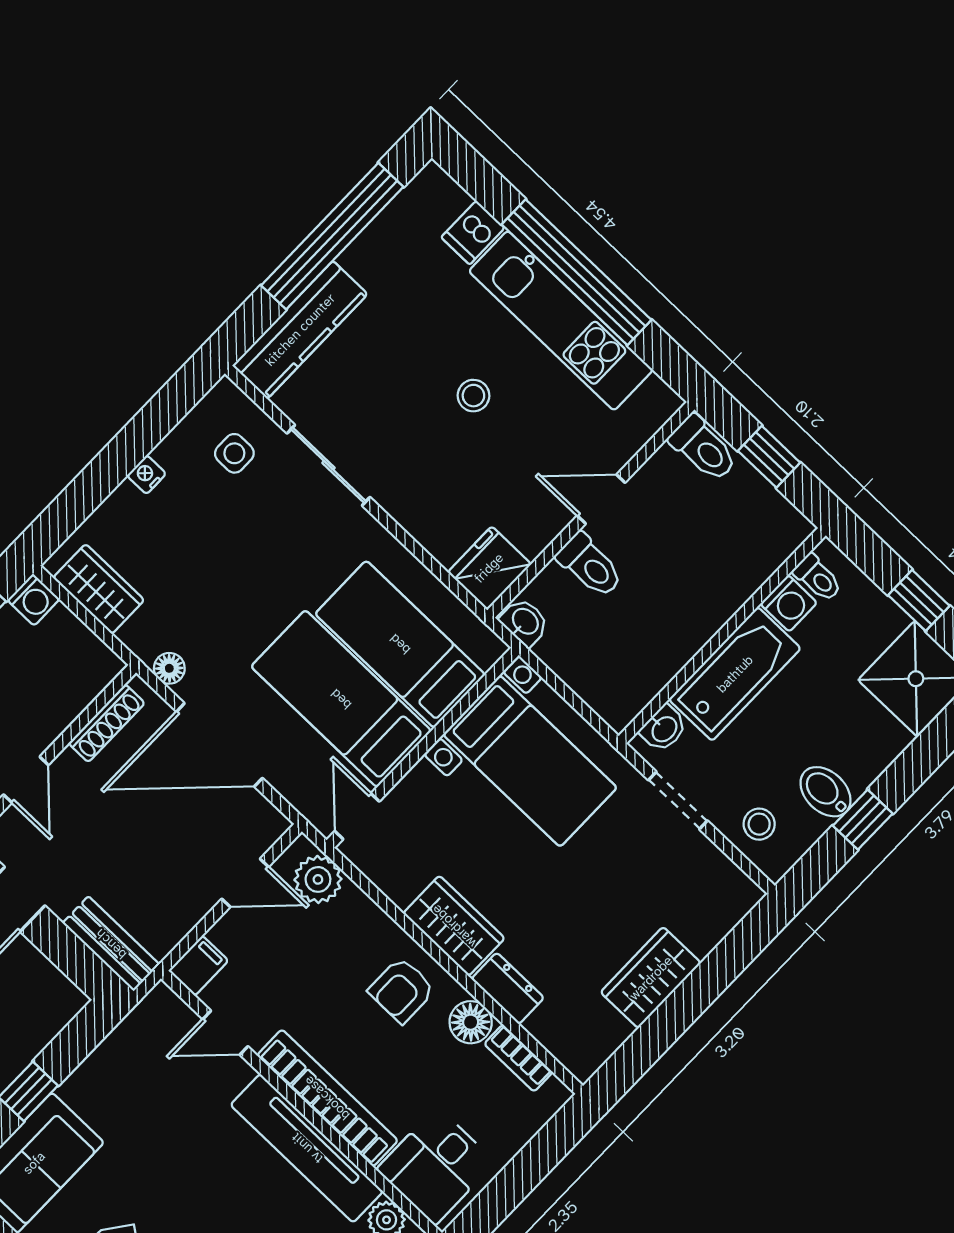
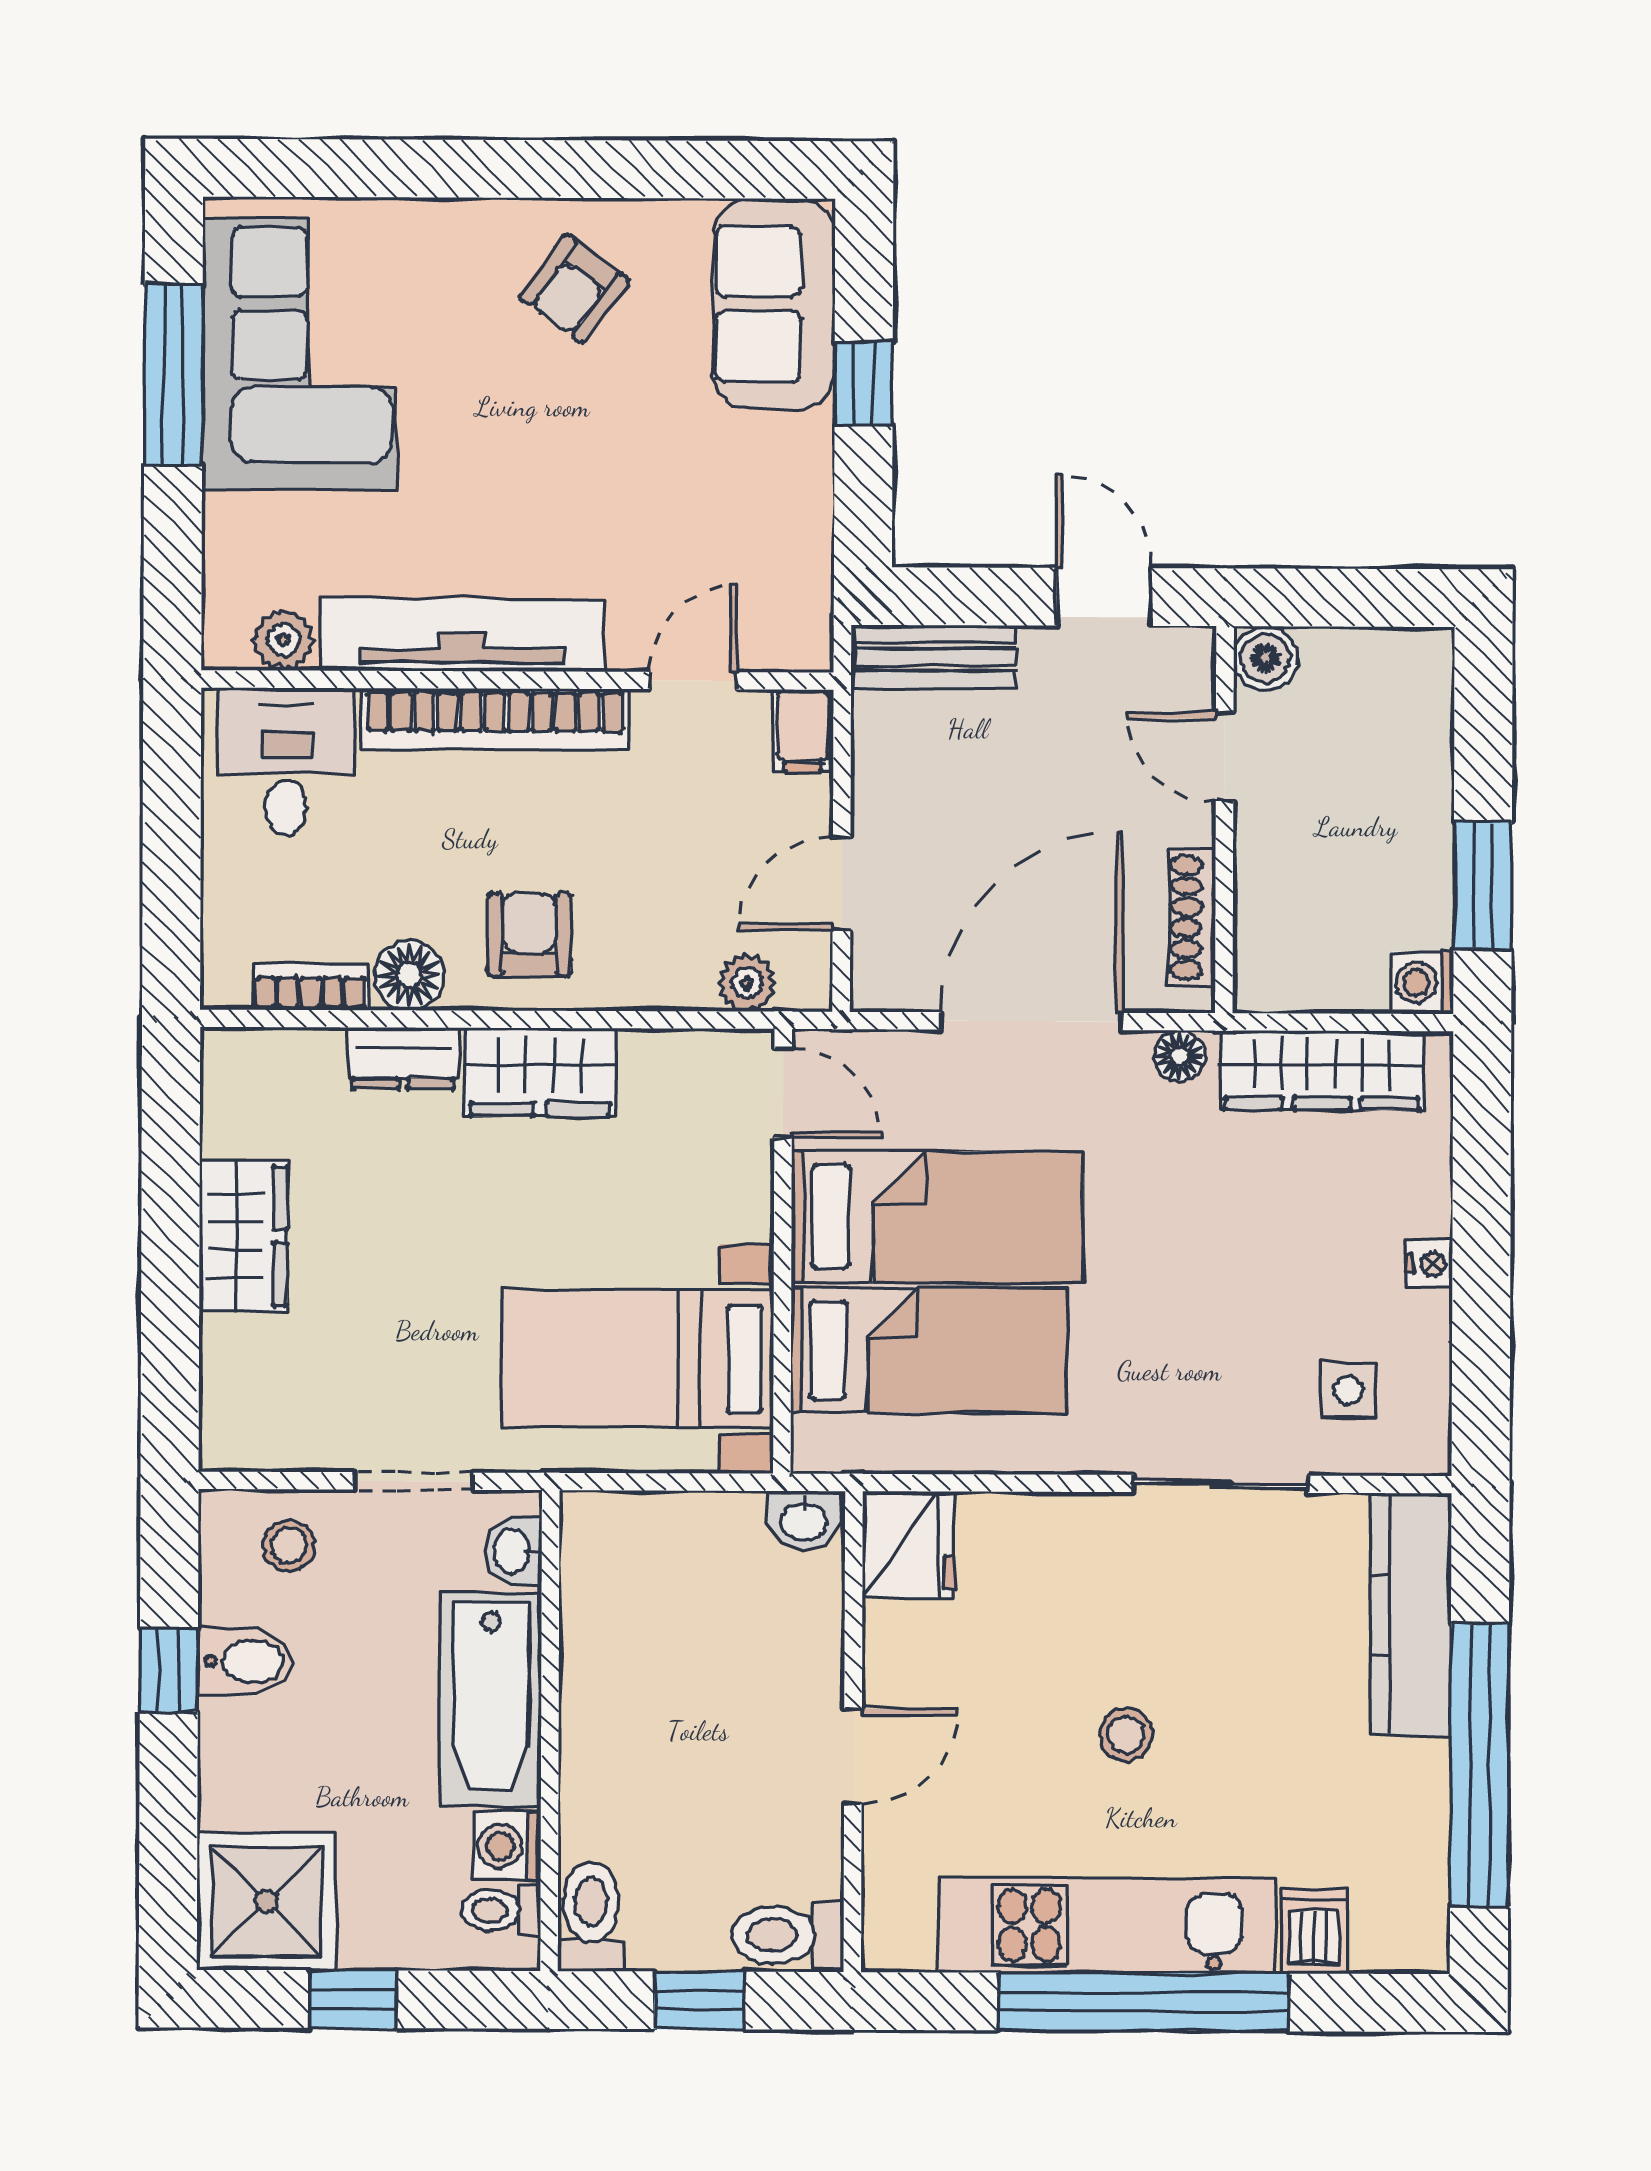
toilet: (590, 565) -> (591, 1917), moved, turned 90
wardrobe: (99, 589) -> (1322, 1070), width x1.50
plant: (318, 879) -> (747, 983), width x0.73, depth x0.73

